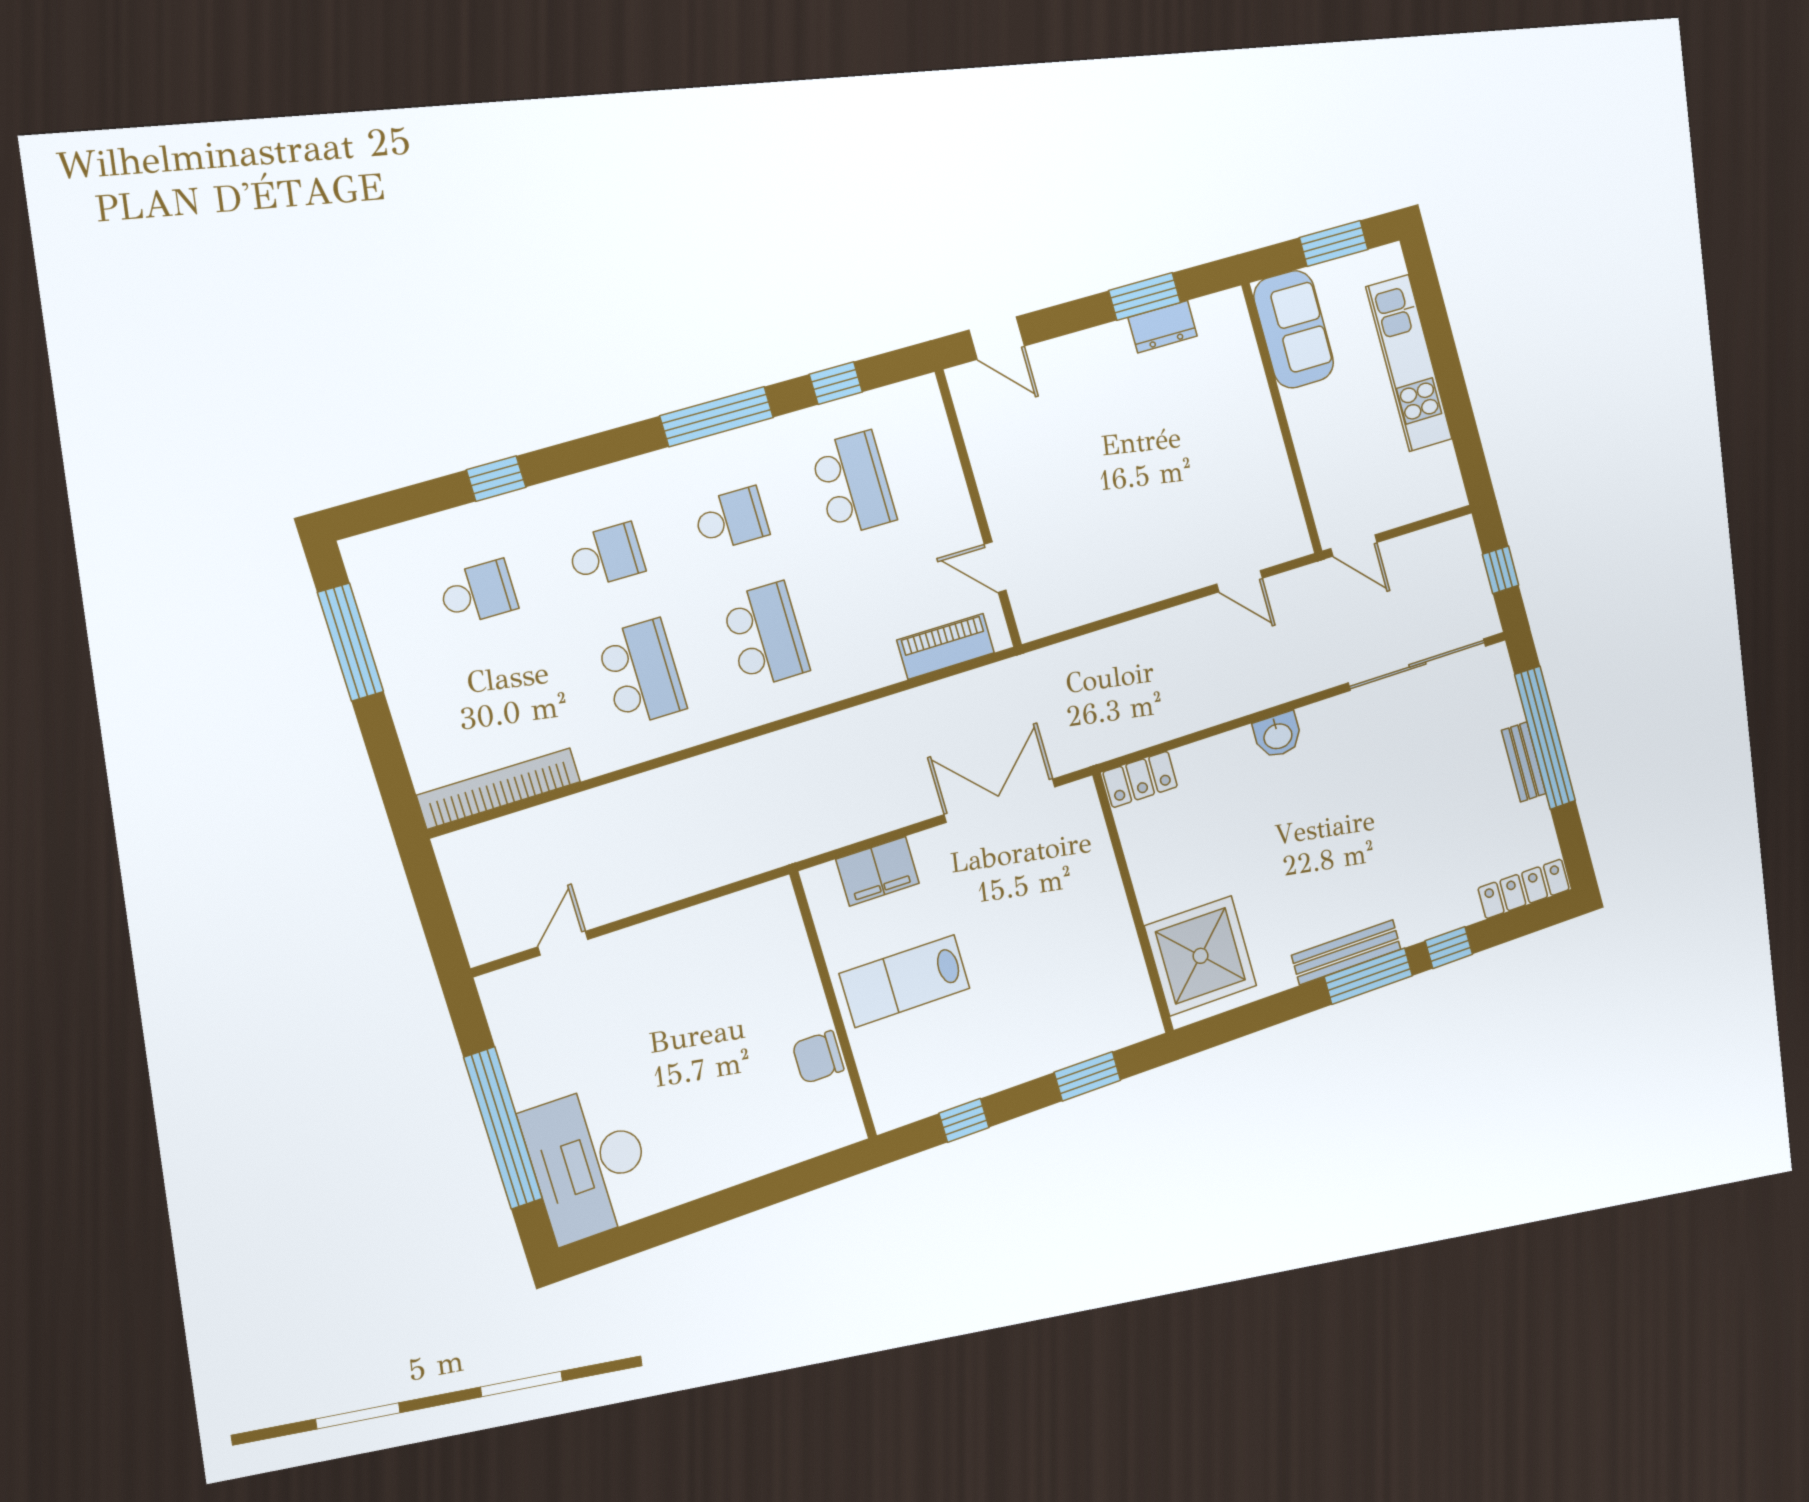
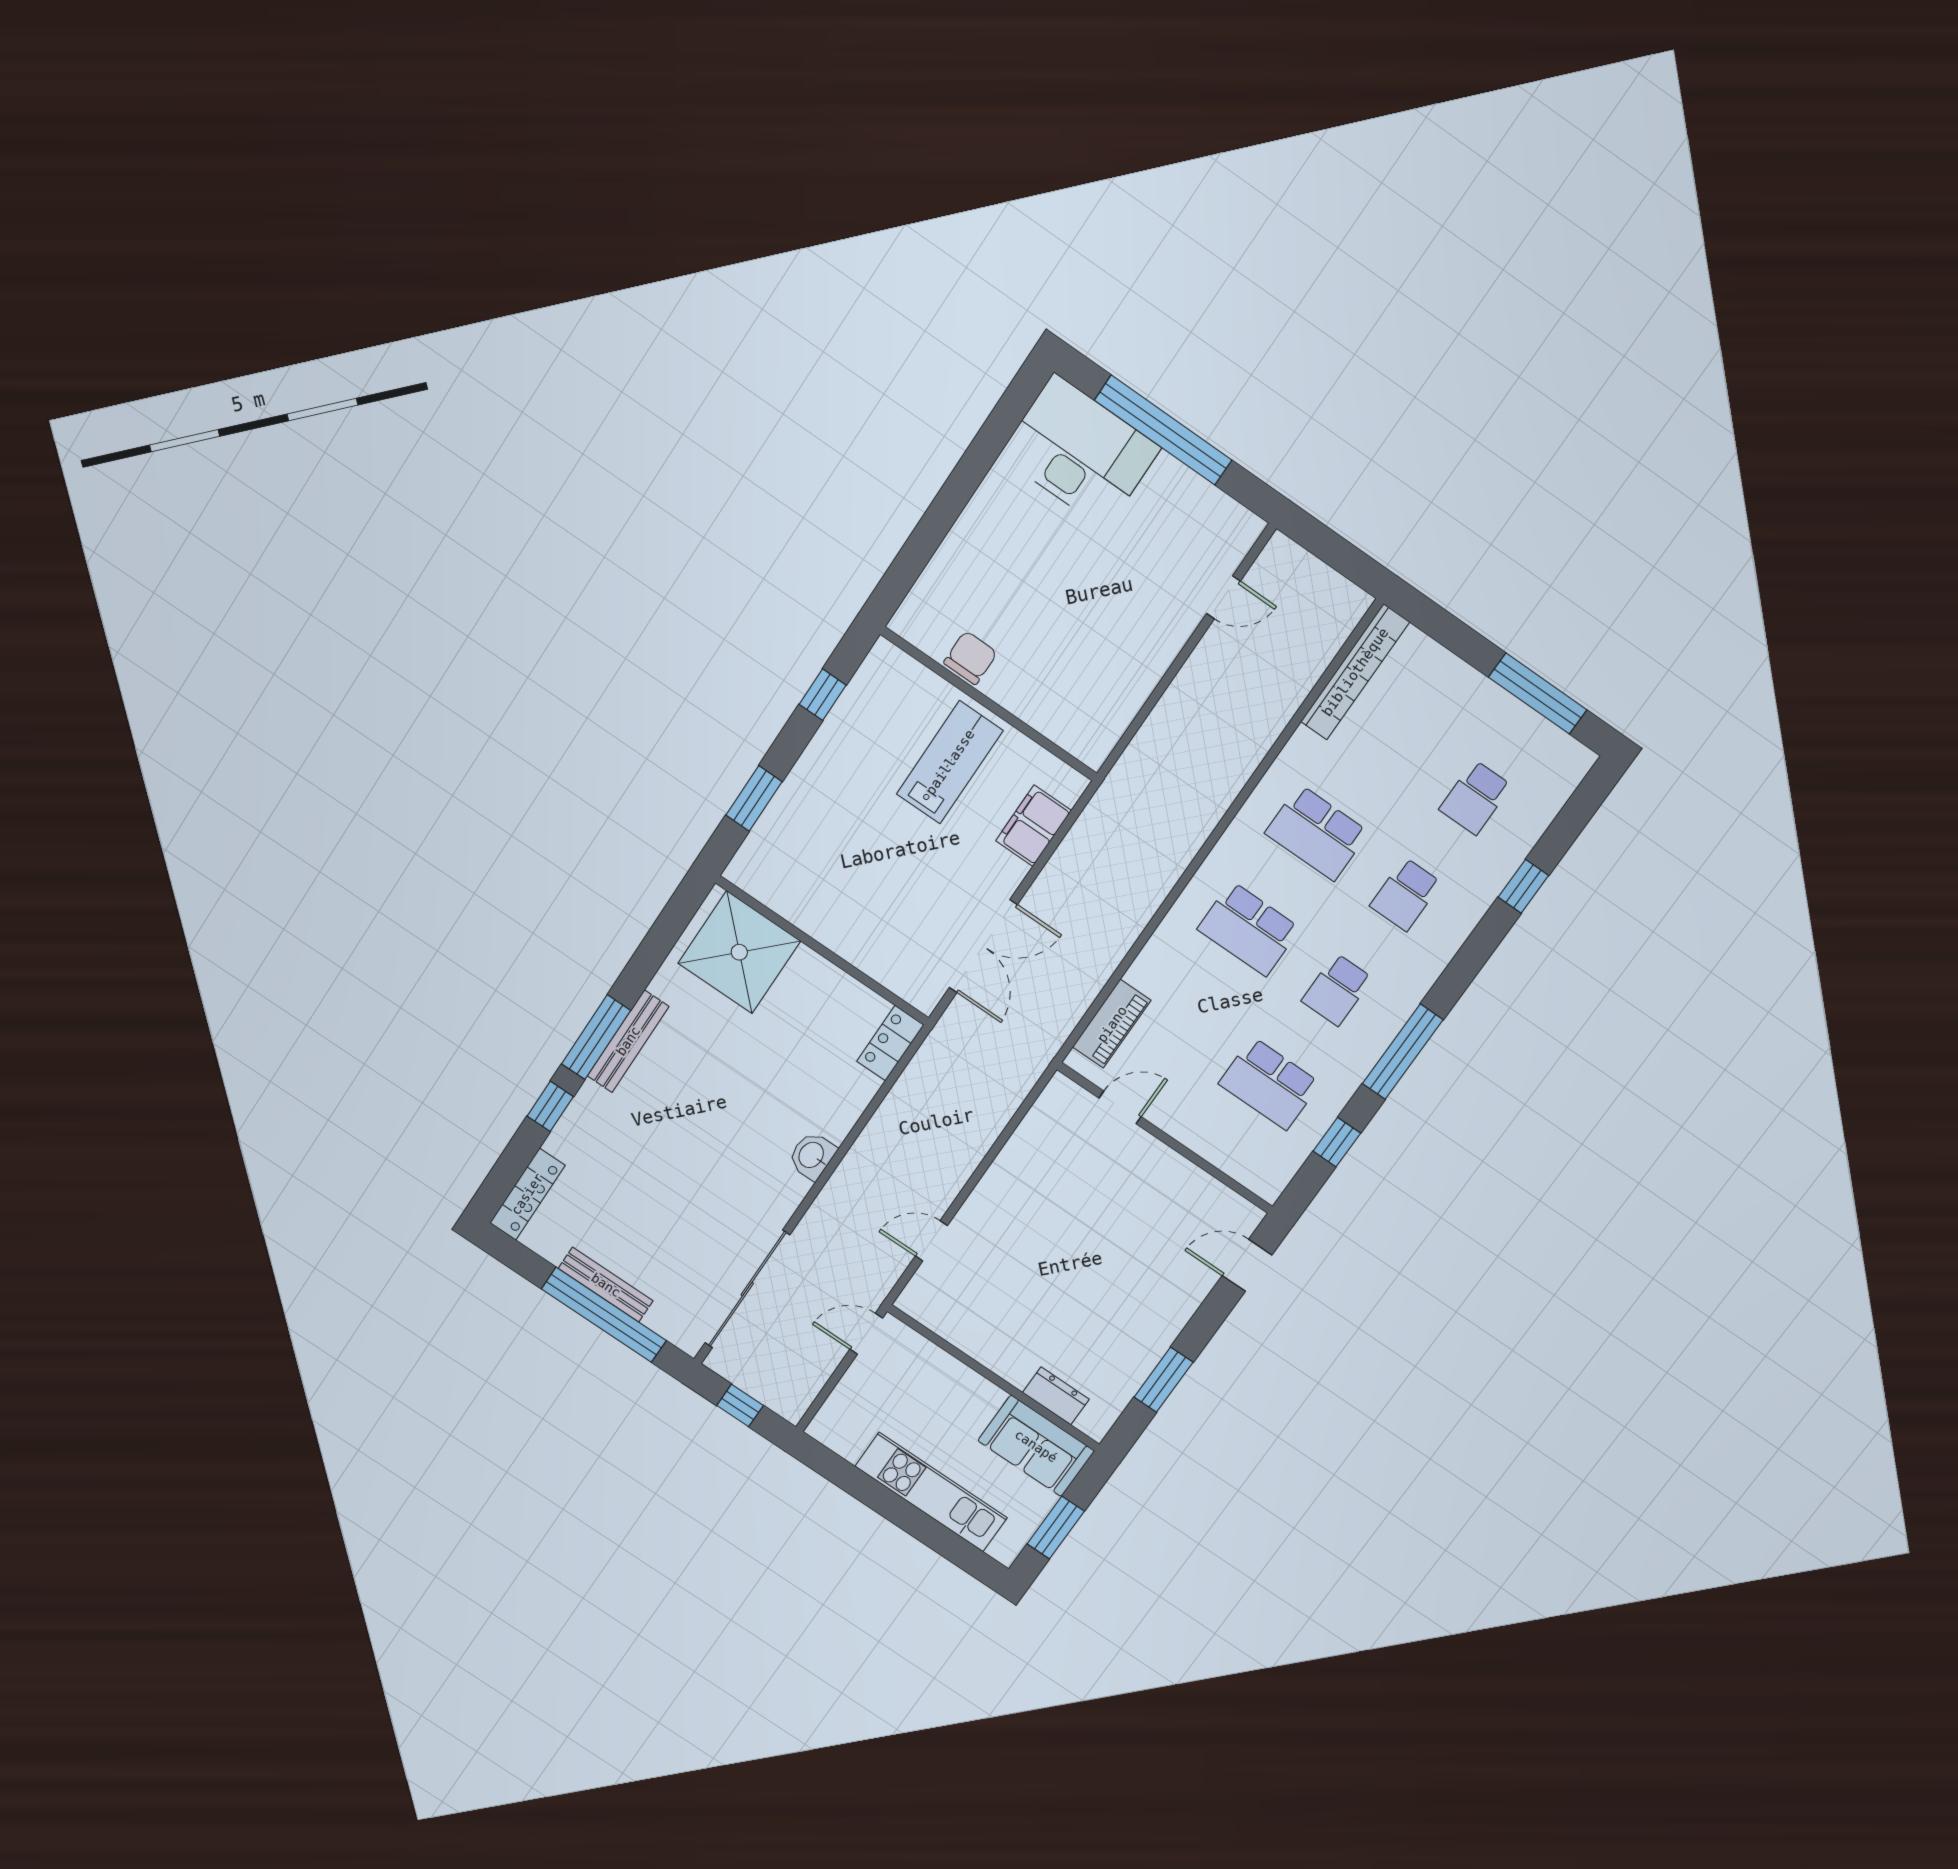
dresser: (1163, 327) -> (1056, 1396), moved, turned 90
bench: (1524, 762) -> (606, 1285), width x1.36
door: (563, 943) -> (1223, 597), hinge flipped

